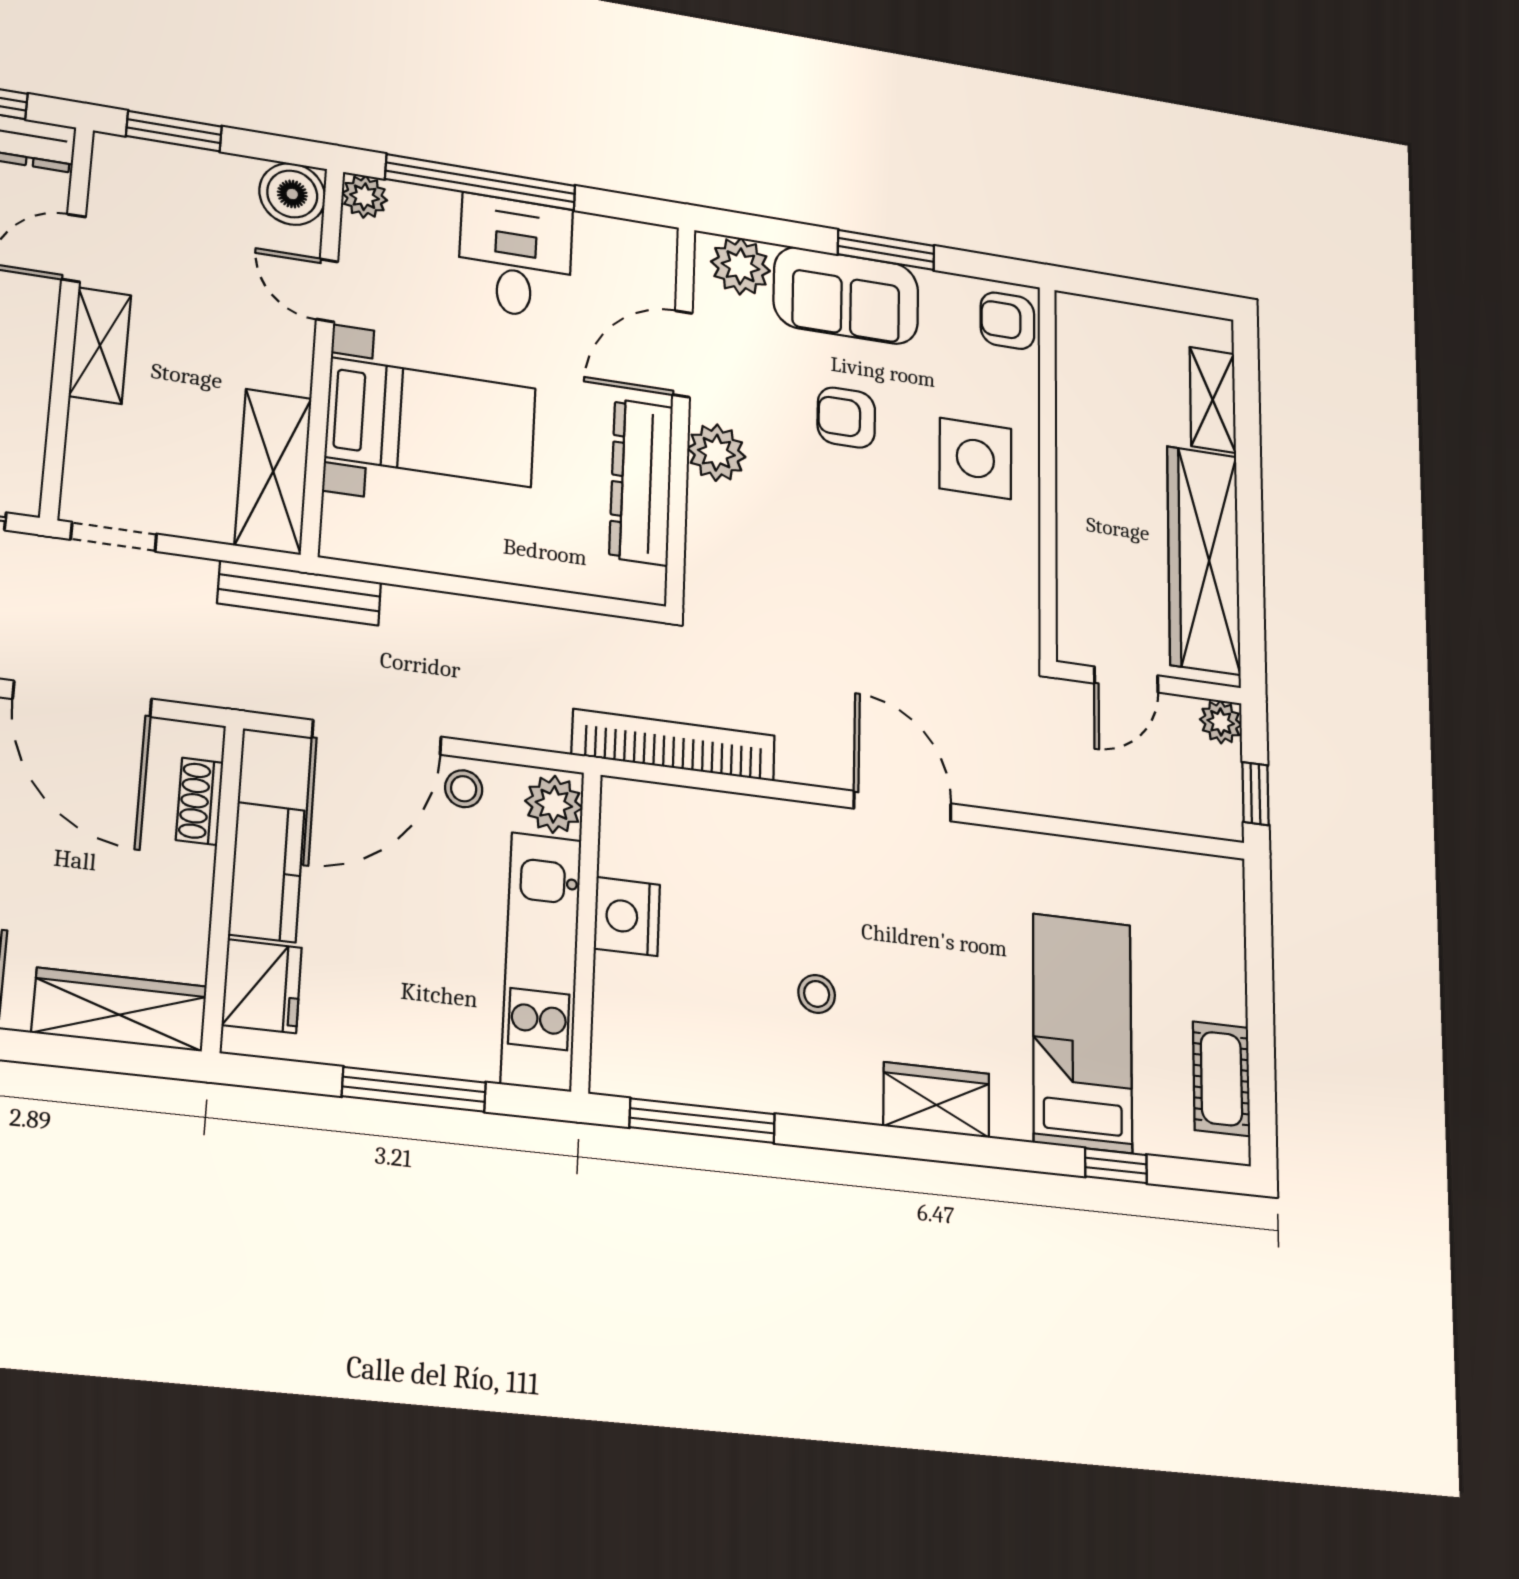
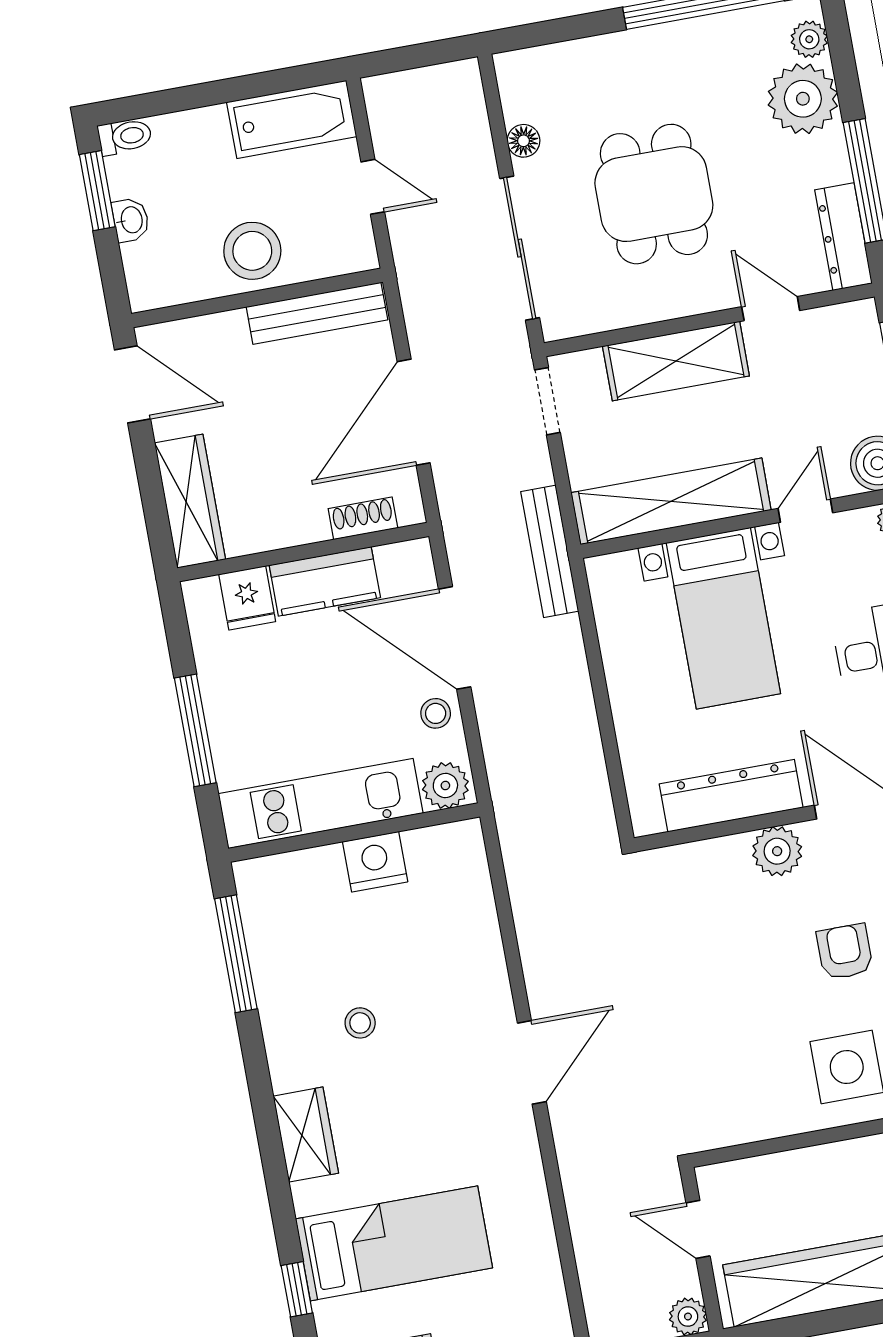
shelving: (100, 345) -> (676, 361), width x1.50, depth x1.33
shelving: (273, 471) -> (671, 501), width x1.47
bookcase: (674, 745) -> (523, 869), removed
fridge: (262, 986) -> (247, 598), width x0.72

